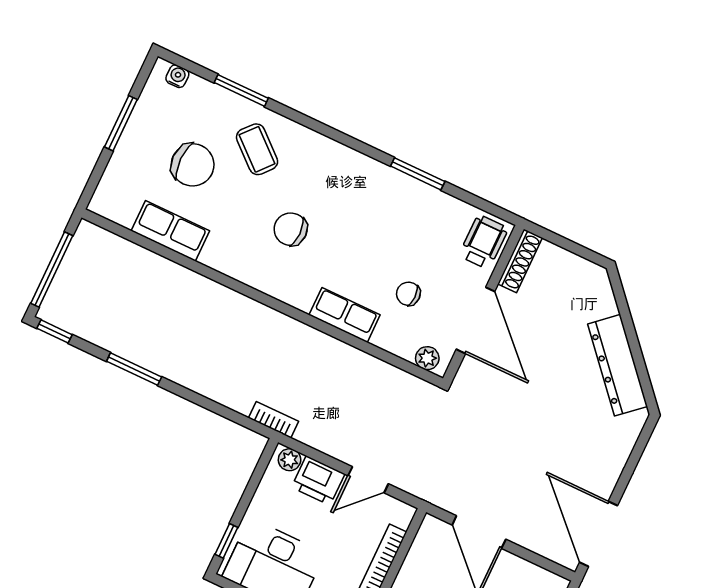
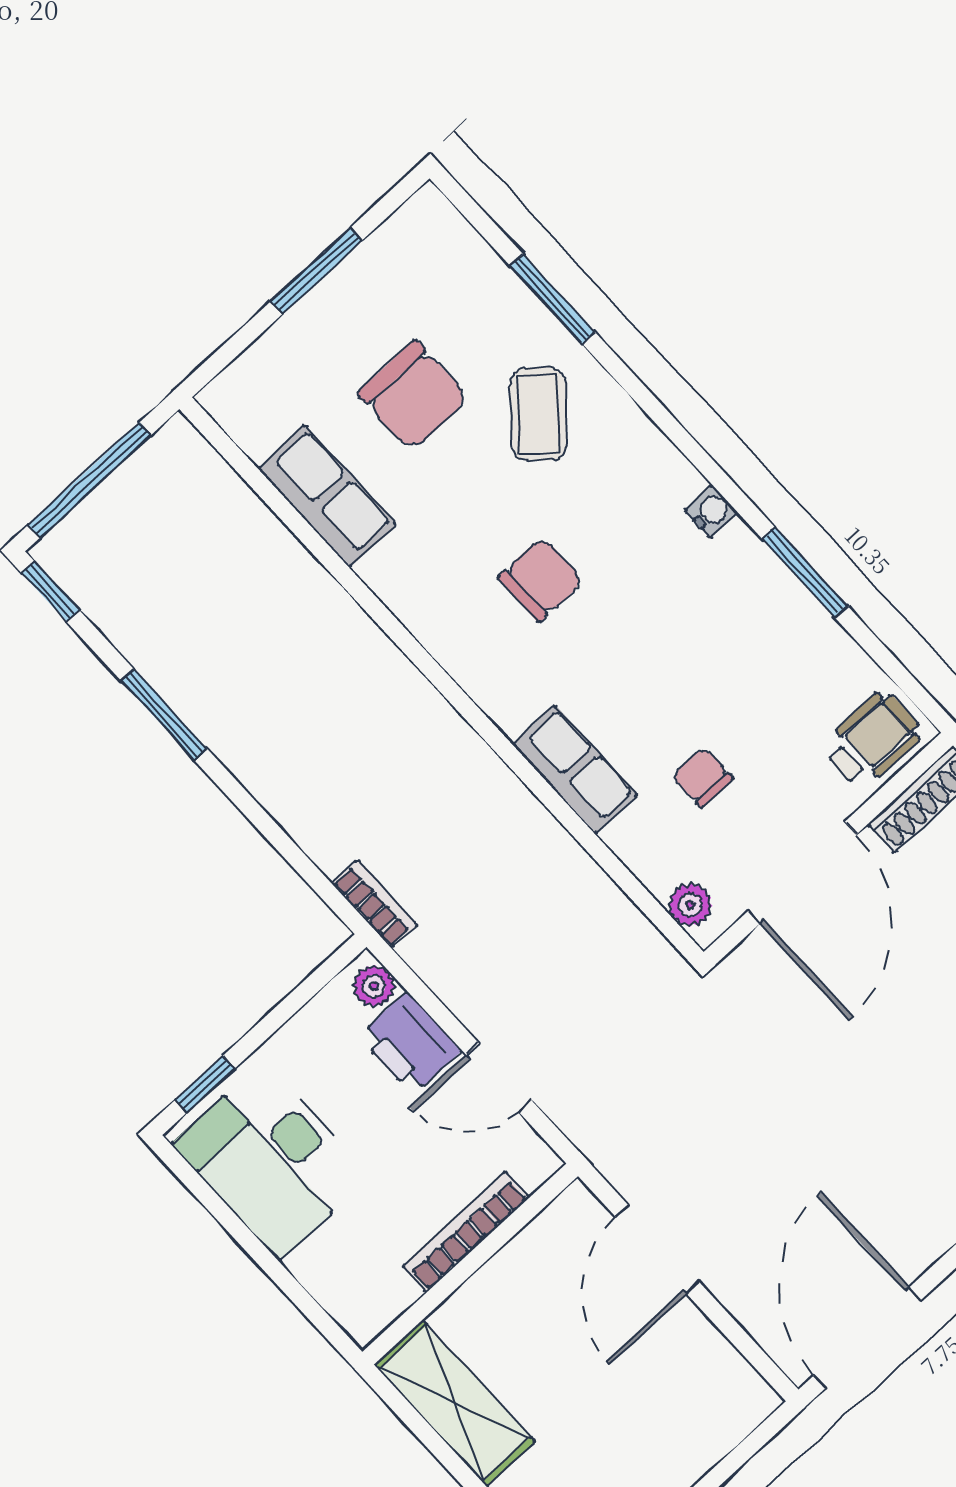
water cooler: (177, 76) -> (711, 512), moved
chair: (291, 229) -> (541, 579), turned 90

